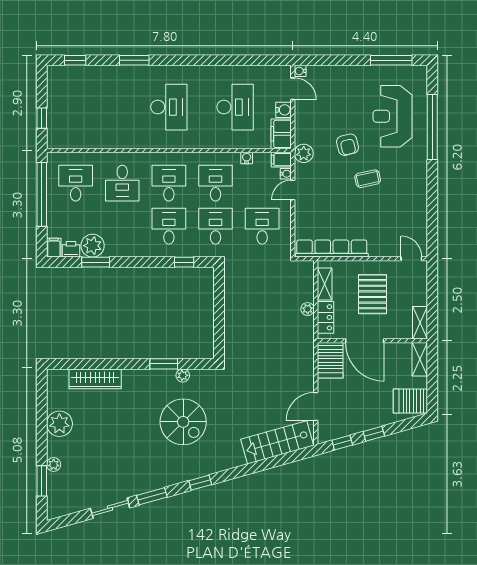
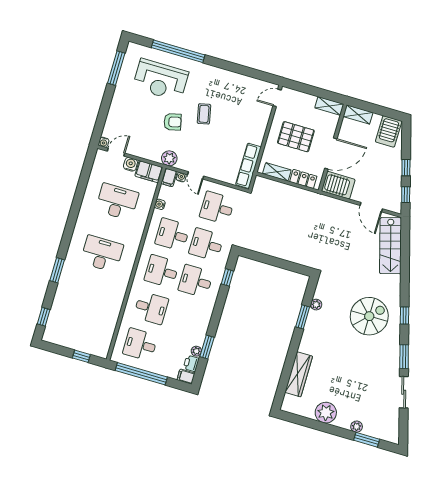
plant: (93, 246) -> (196, 351), width x0.53, depth x0.53
row of seats: (332, 249) -> (248, 166), width x0.73
plant: (308, 309) -> (293, 191), removed
spiral stairs: (183, 422) -> (369, 316), moved

